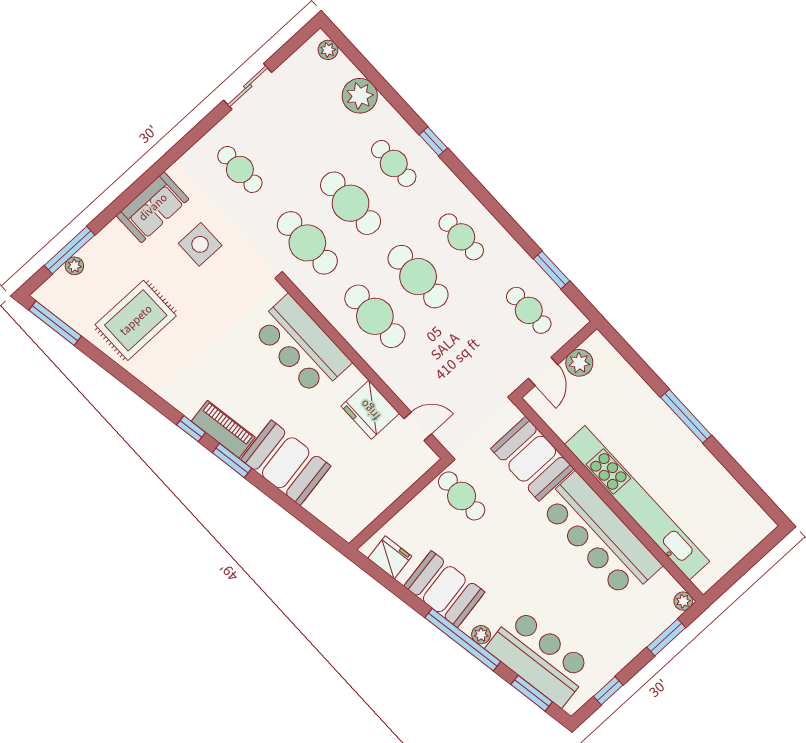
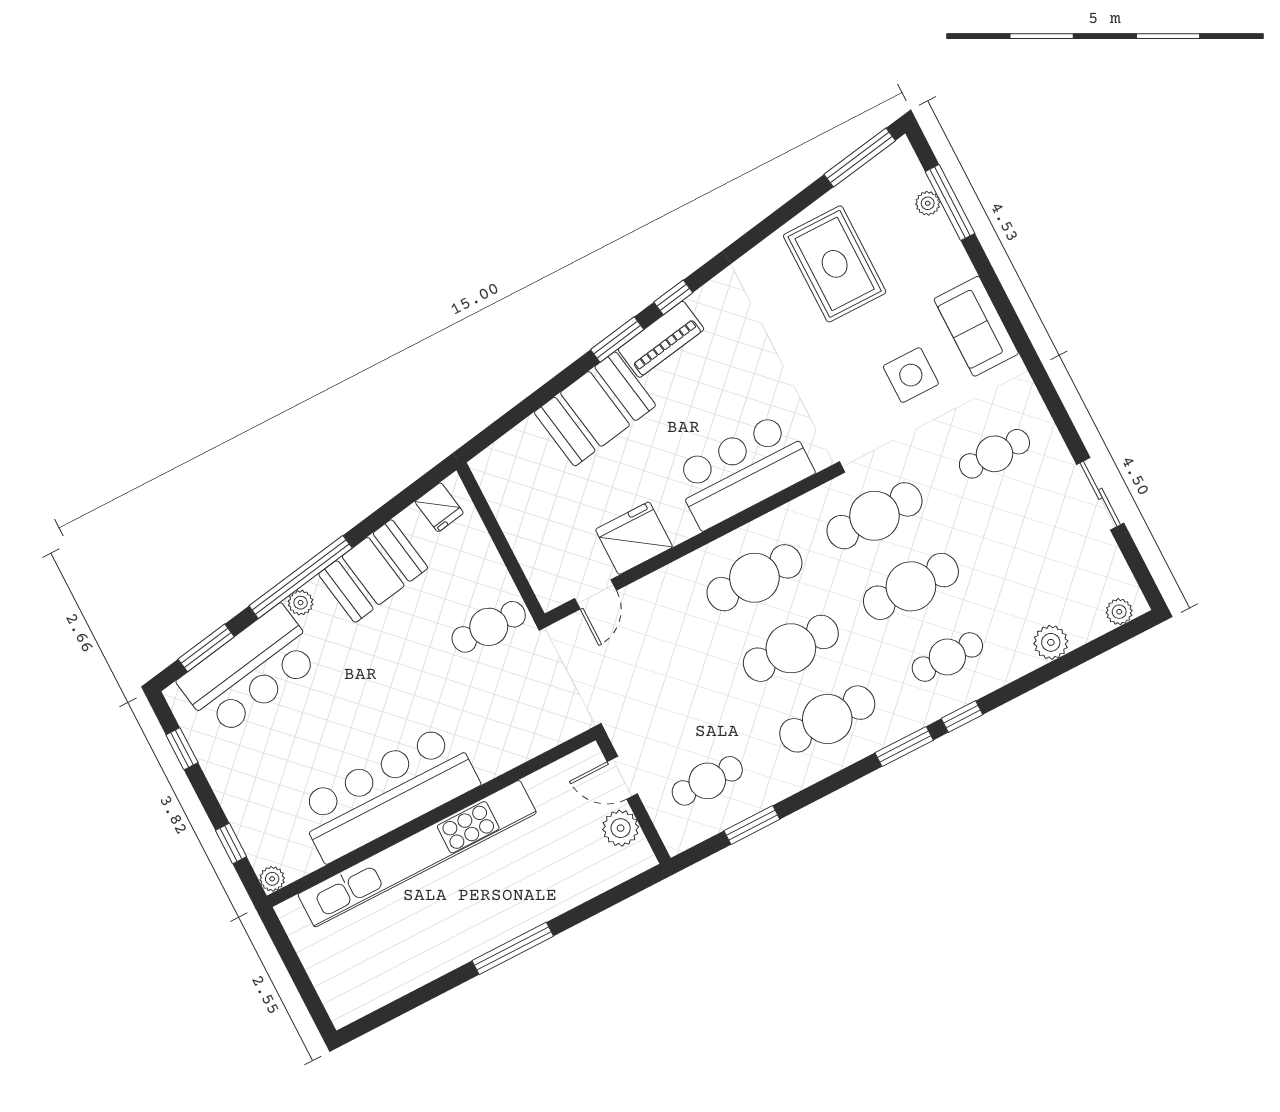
plant: (360, 96) -> (1051, 642), width x0.73, depth x0.73
window: (466, 177) -> (904, 746), added
cafe table: (461, 237) -> (827, 719), width x1.37, depth x1.35
booth: (532, 459) -> (512, 732), removed
fridge: (390, 557) -> (439, 507), width x0.72
window: (666, 637) -> (231, 844), width x0.67

